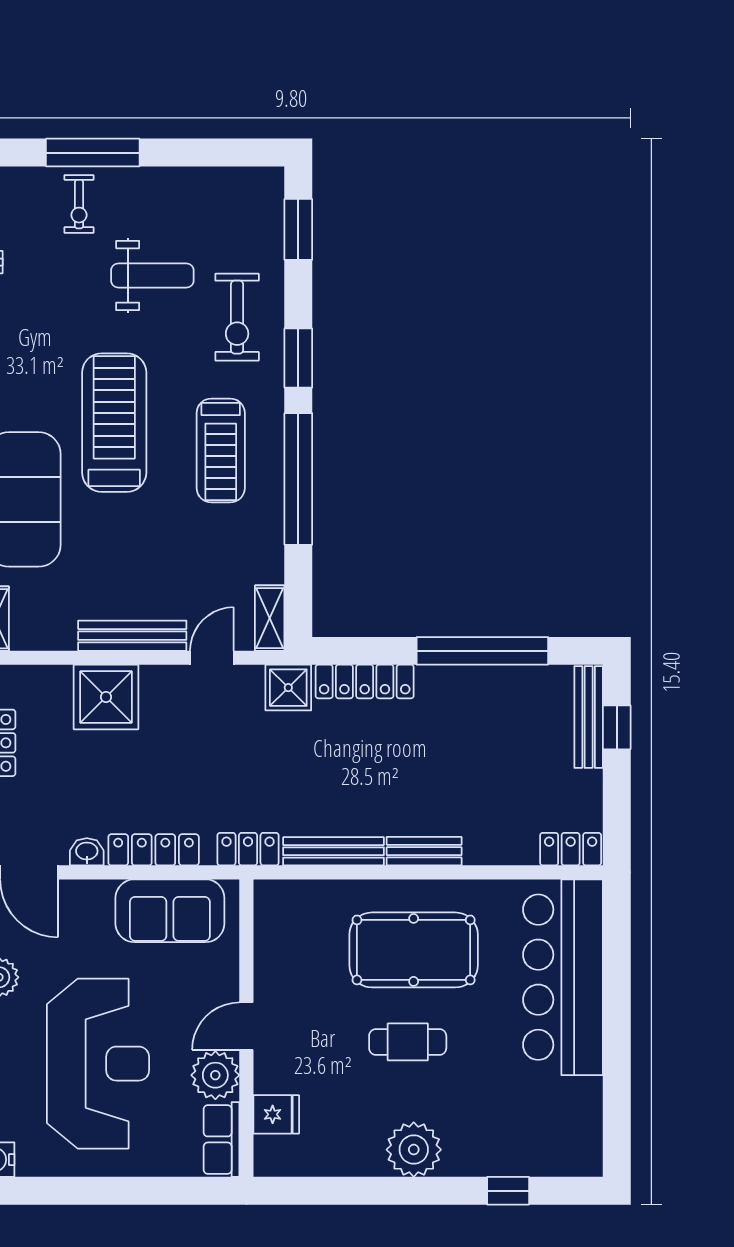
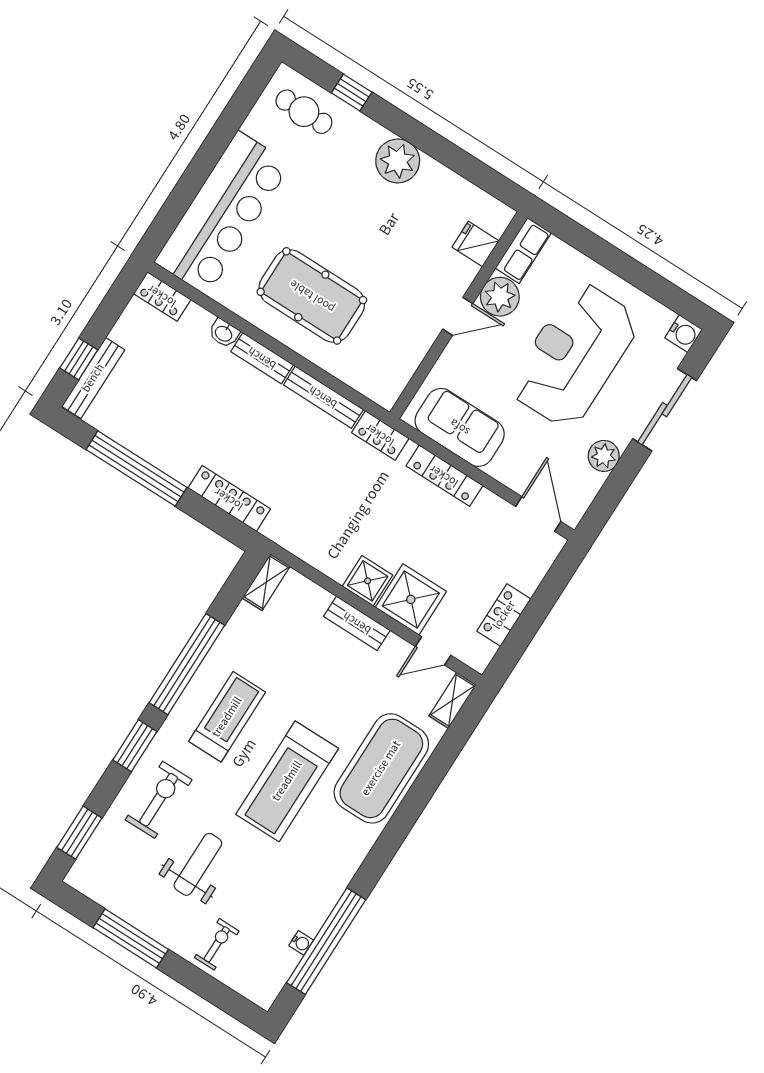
window: (93, 153) -> (131, 938), moved
weight bench: (152, 275) -> (198, 864), turned 90
bench: (132, 636) -> (357, 623), width x0.73
door: (212, 658) -> (433, 651), moved
shower: (288, 688) -> (368, 581), moved
washbasin: (87, 852) -> (224, 333), moved
cafe table: (408, 1042) -> (304, 112), moved

